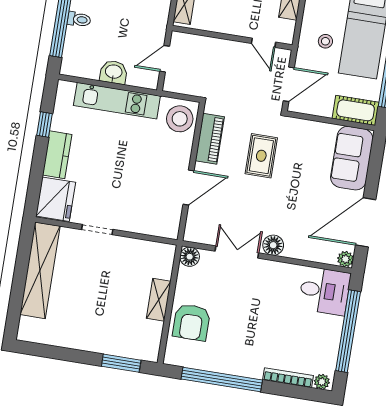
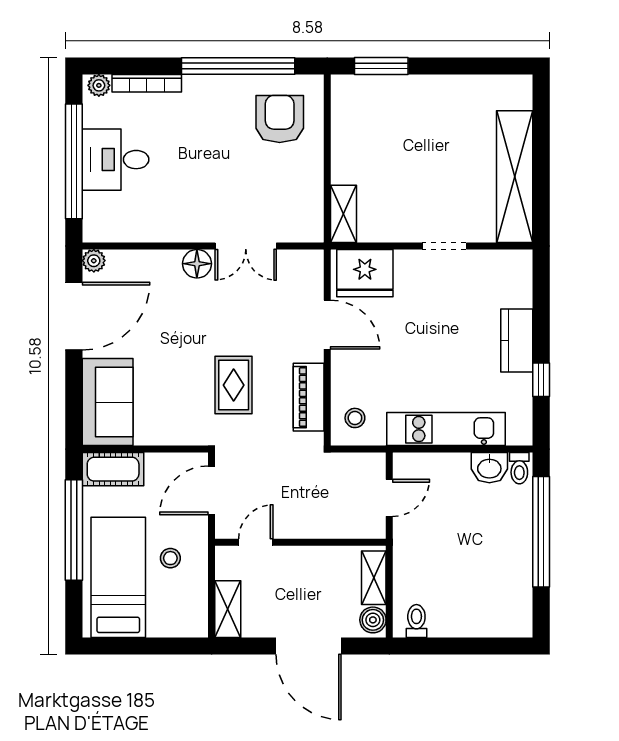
toilet: (79, 19) -> (519, 468), moved, turned -90
door: (264, 43) -> (256, 542), hinge flipped
washbasin: (114, 72) -> (489, 468), moved
stool: (180, 119) -> (355, 418), width x0.53, depth x0.53
door: (189, 188) -> (327, 325), swing flipped
fridge: (56, 199) -> (365, 273), moved, turned -90
floor lamp: (190, 257) -> (310, 229), removed
desk: (325, 291) -> (116, 160), moved
shelving: (159, 300) -> (344, 214), moved
armchair: (191, 322) -> (280, 119), moved

